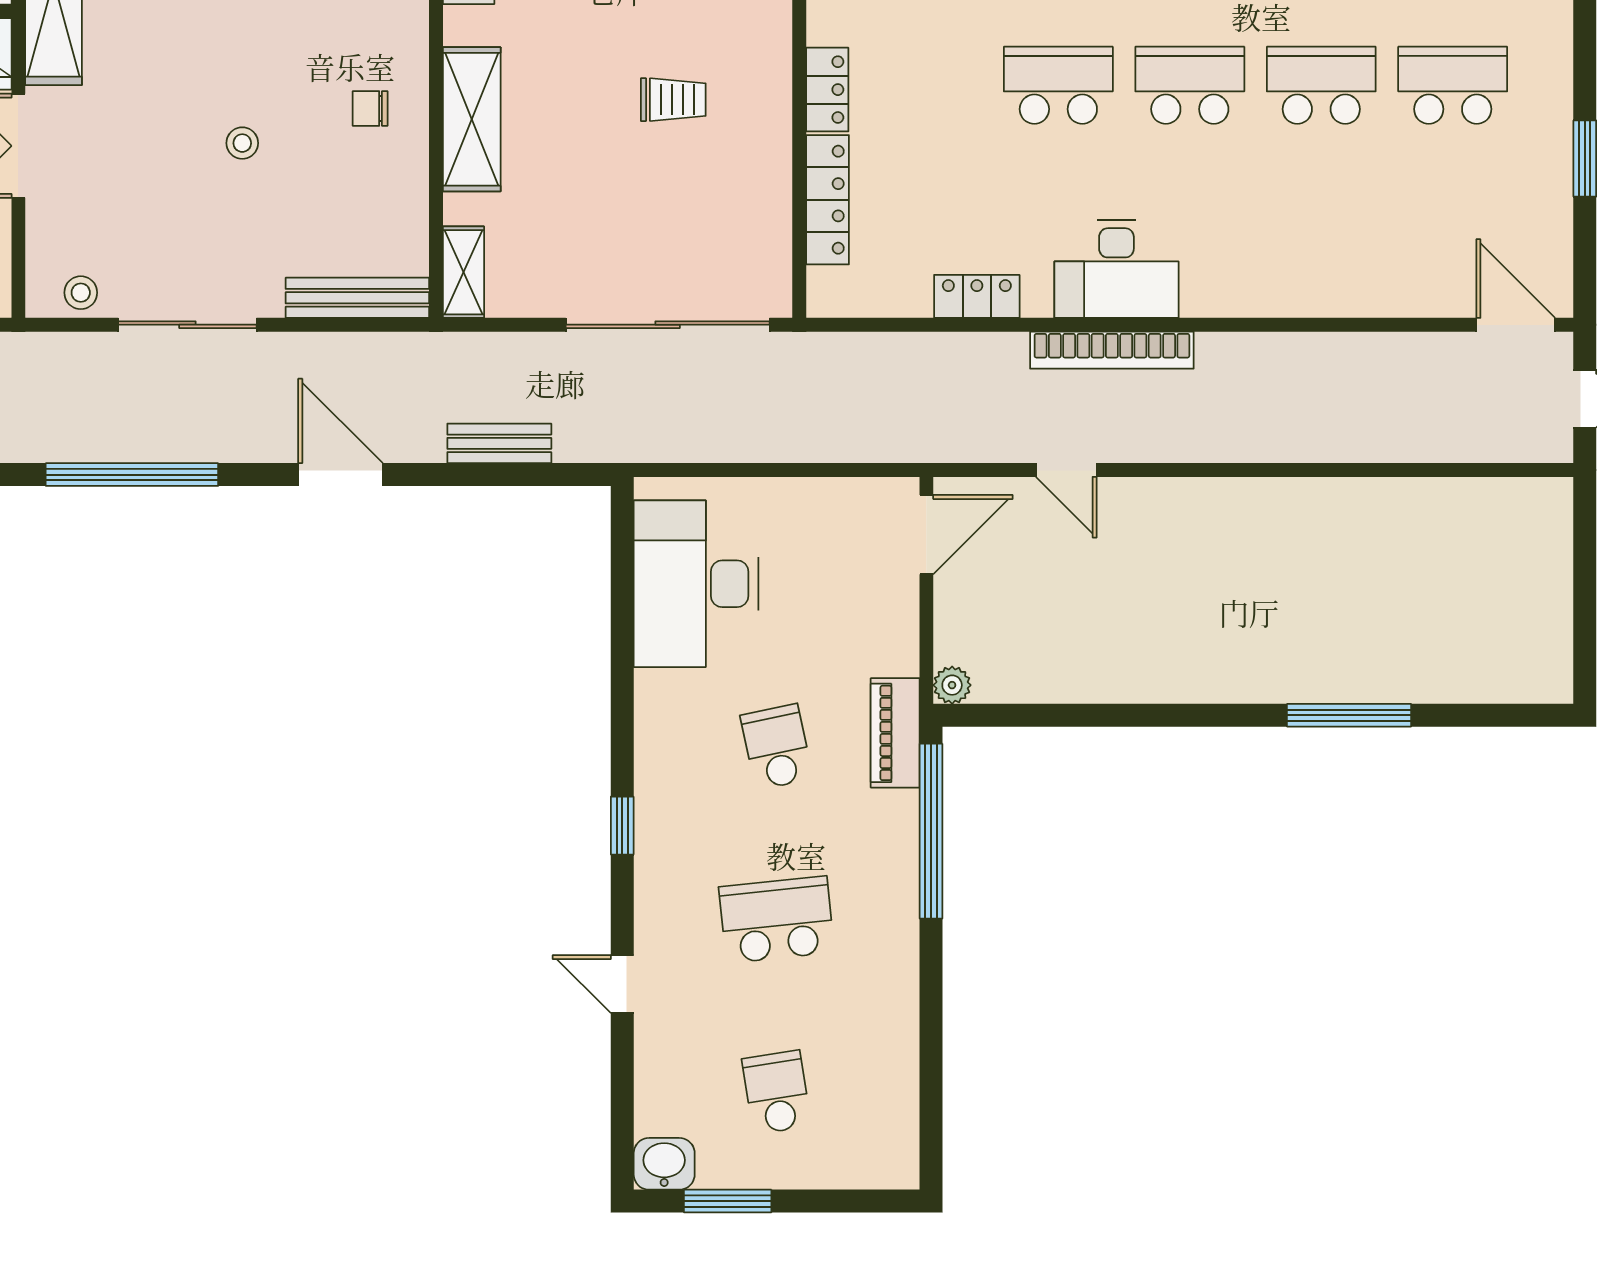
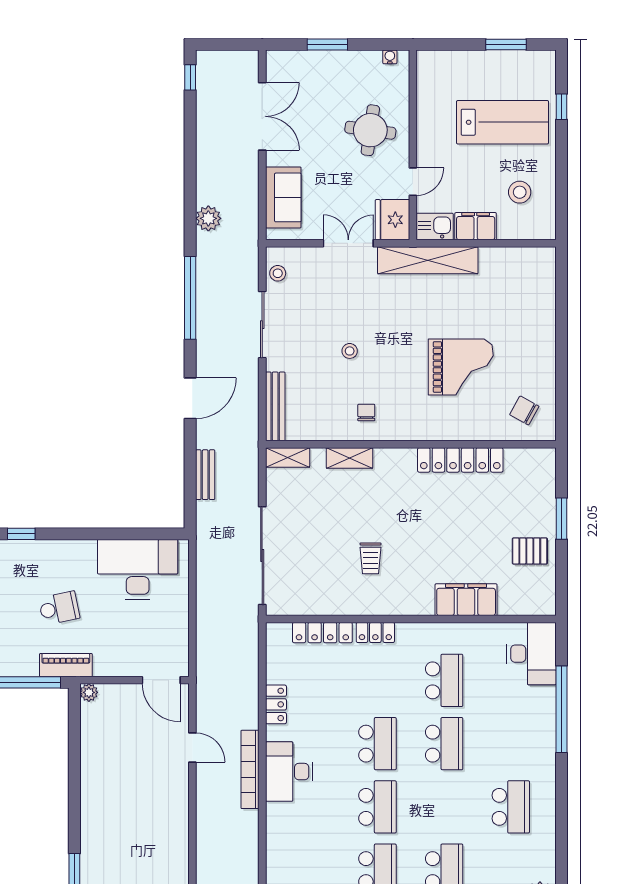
shelving: (472, 119) -> (349, 458), width x0.67, depth x0.75
door: (1066, 470) -> (192, 747), swing flipped

